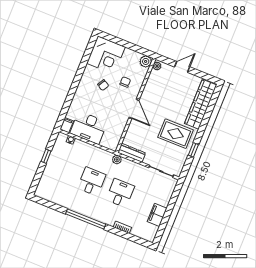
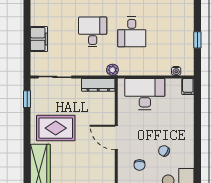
desk: (89, 128) -> (145, 94), moved
window: (193, 150) -> (27, 99), moved
desk: (120, 193) -> (93, 32), turned 180
filing cabinet: (157, 215) -> (39, 39), moved

